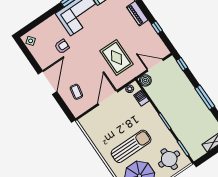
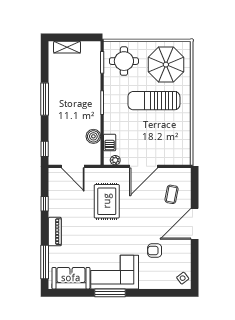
boiler: (145, 80) -> (93, 136), moved

